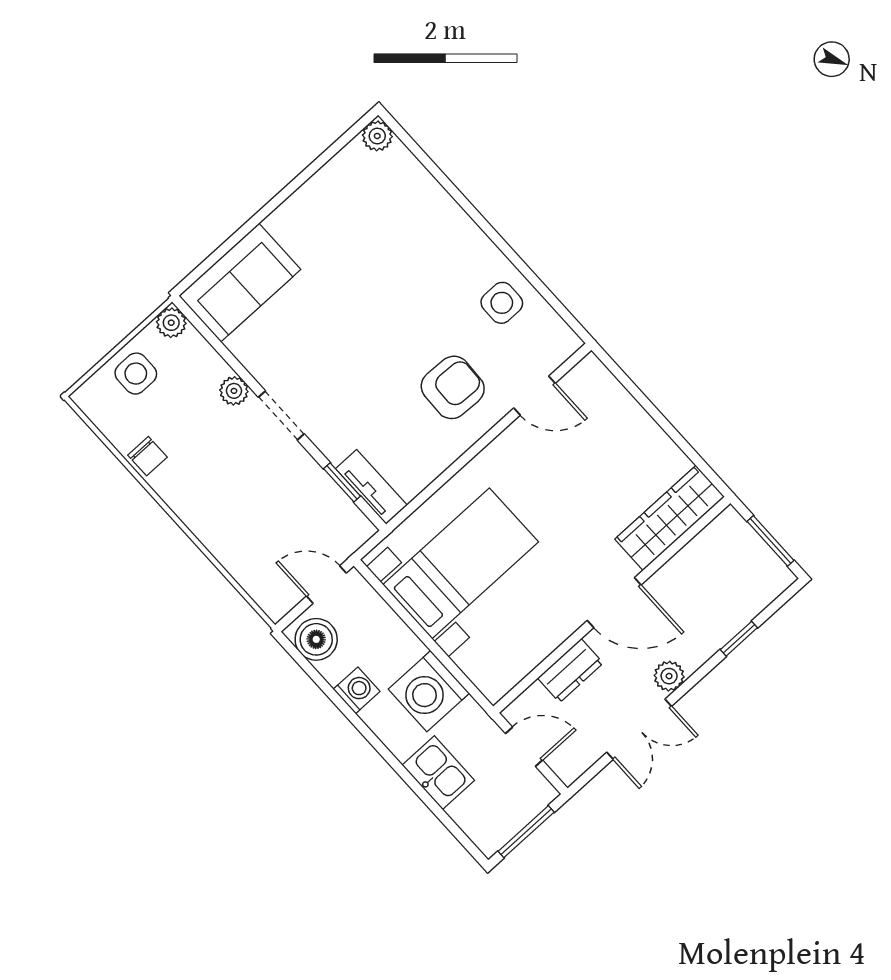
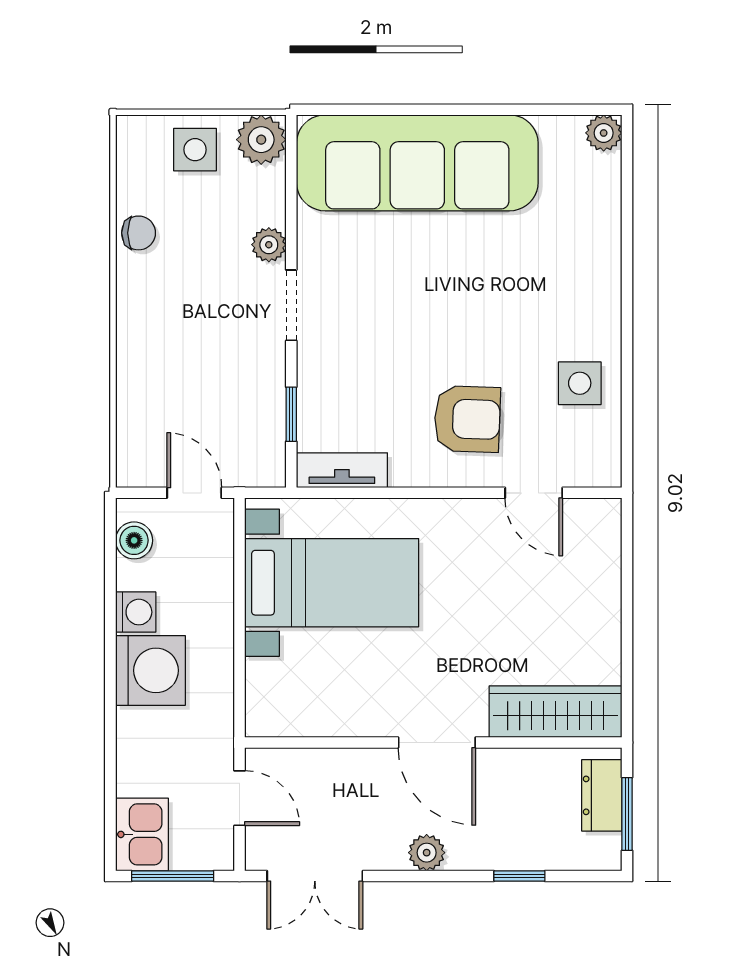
sofa: (240, 283) -> (417, 163), width x1.85, depth x1.27
plant: (171, 323) -> (261, 140), width x1.38, depth x1.38
chair: (147, 456) -> (139, 233), turned -90
tv unit: (371, 487) -> (342, 470), moved, turned -90
boiler: (316, 639) -> (134, 540), width x0.73, depth x0.73
dresser: (570, 671) -> (602, 795), moved, turned 90
washing machine: (429, 691) -> (150, 670), moved, turned 180
double door: (639, 729) -> (315, 876), moved
kitchen sink: (438, 773) -> (142, 834), moved

